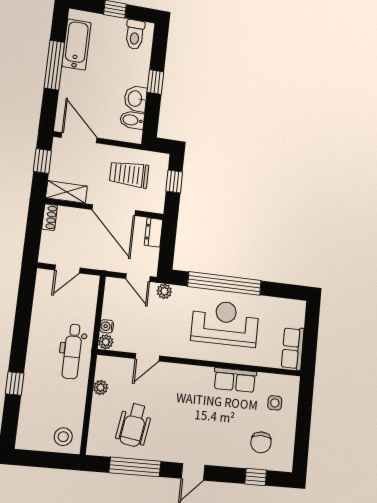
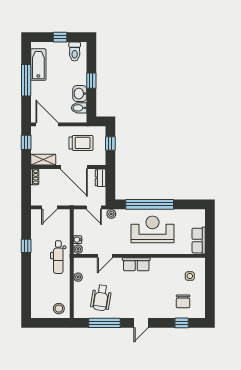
trolley: (129, 174) -> (81, 143), turned 180
row of seats: (235, 380) -> (136, 264), moved
window: (15, 384) -> (26, 246), moved

